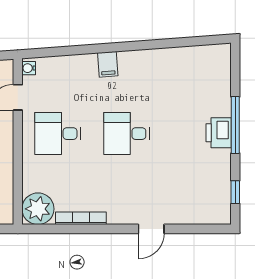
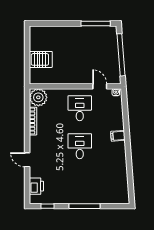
printer: (219, 133) -> (36, 186), moved, turned 90

